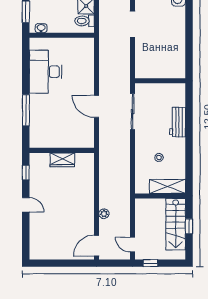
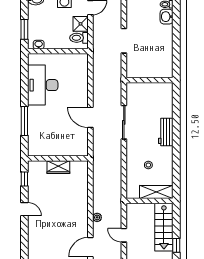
wall: (160, 81) -> (150, 80), moved
window: (189, 226) -> (176, 245), moved
door: (133, 245) -> (124, 235), moved

